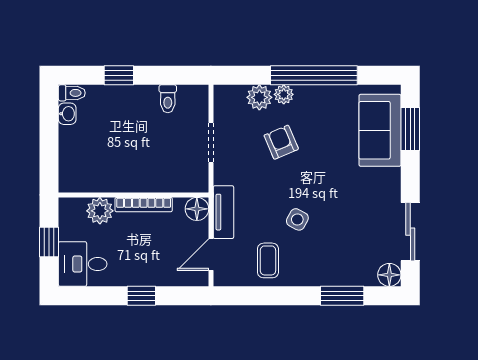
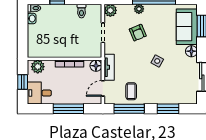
plant: (259, 97) -> (110, 10), moved
armchair: (281, 142) -> (138, 33), turned 180
plant: (100, 211) -> (38, 67), moved
side table: (297, 219) -> (157, 61), moved
floor lamp: (389, 275) -> (191, 51), moved
window: (141, 296) -> (68, 109), width x2.17
window: (264, 296) -> (129, 109), added

